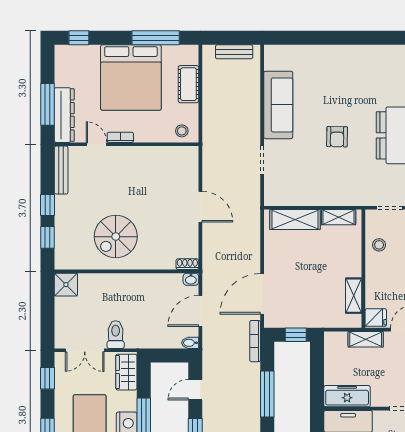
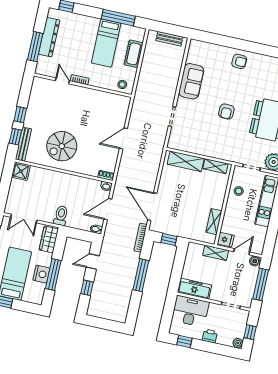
armchair: (340, 62) -> (239, 61), added
bed: (131, 78) -> (106, 43), width x0.49
sofa: (278, 105) -> (191, 81), width x0.73
dresser: (64, 115) -> (49, 37), moved
bench: (61, 170) -> (23, 144), moved
door: (200, 207) -> (123, 139), swing flipped
door: (262, 294) -> (152, 207), hinge flipped
toilet: (116, 335) -> (61, 216), moved

